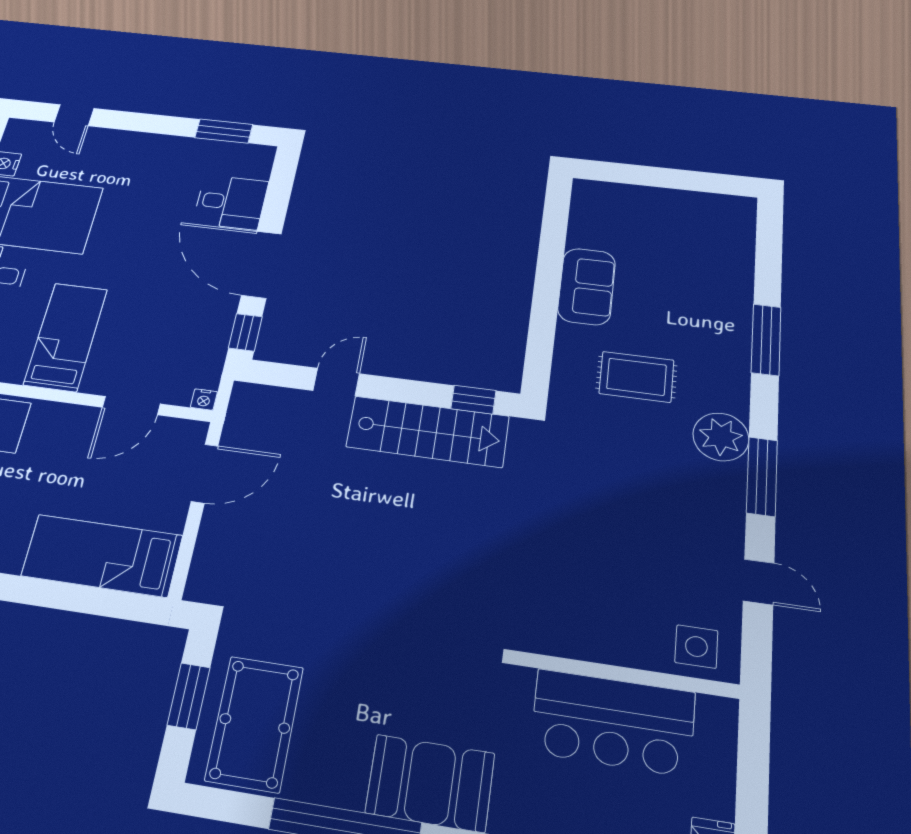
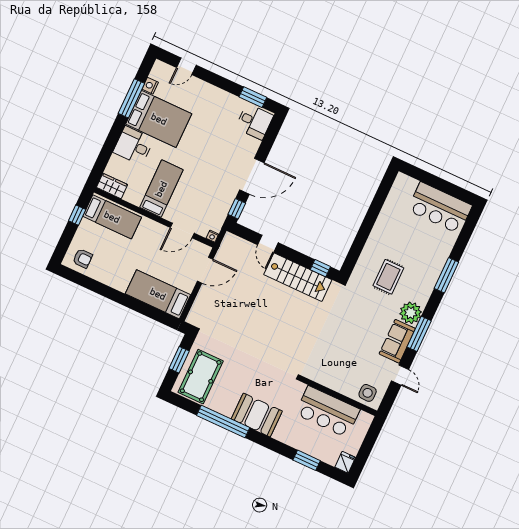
door: (74, 115) -> (186, 66), hinge flipped
desk: (231, 202) -> (254, 122), moved
bar counter: (690, 219) -> (440, 208), added
door: (262, 264) -> (252, 176), swing flipped
sofa: (587, 286) -> (397, 341), moved, turned 180
rug: (636, 377) -> (388, 277), turned 90
door: (336, 382) -> (268, 244), swing flipped

